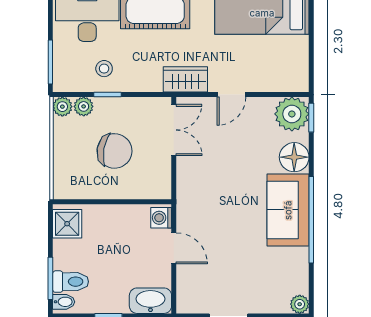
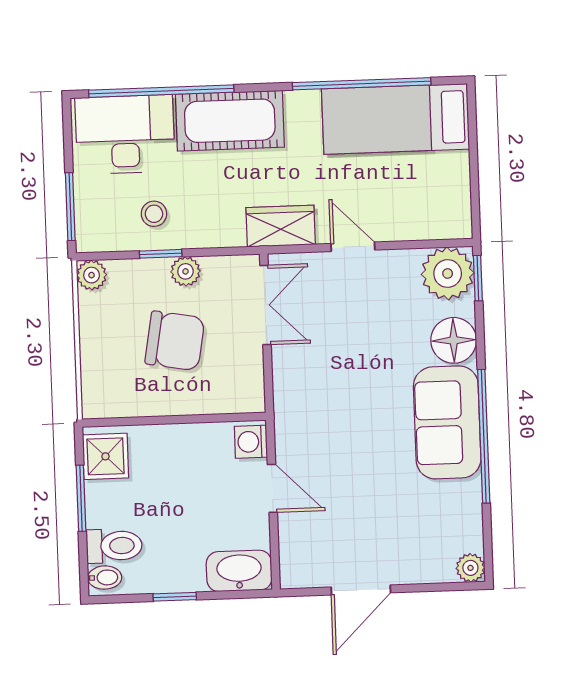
door: (231, 95) -> (353, 247), swing flipped
plant: (84, 106) -> (185, 271), moved
window: (50, 278) -> (81, 498), moved

